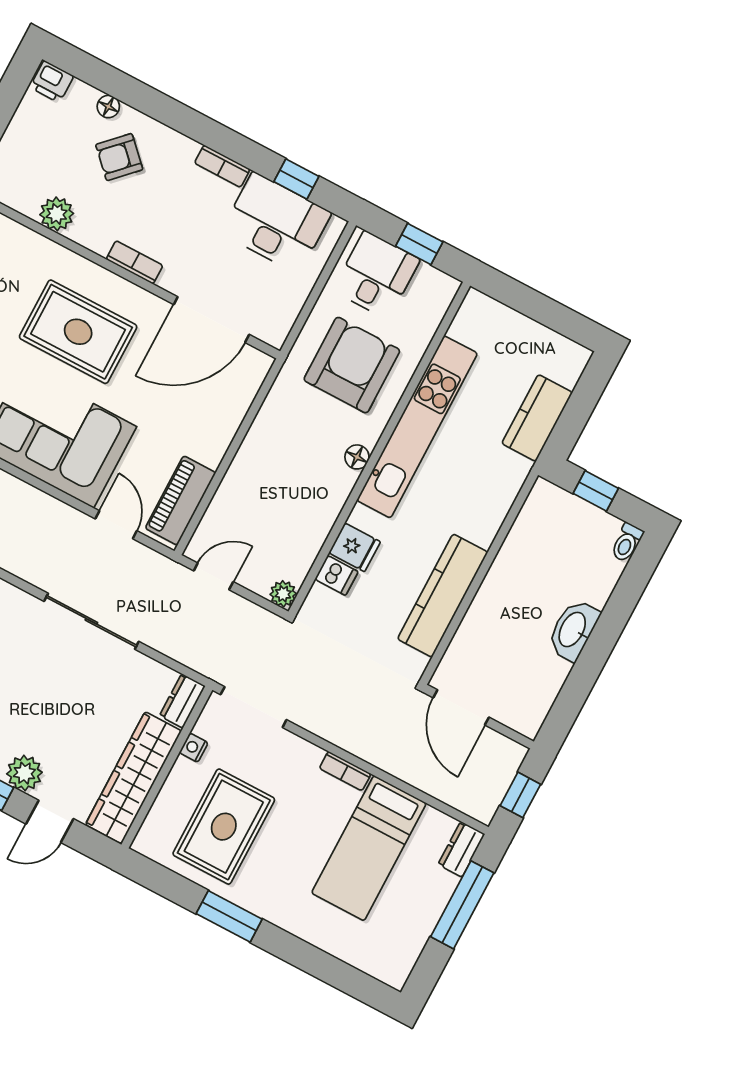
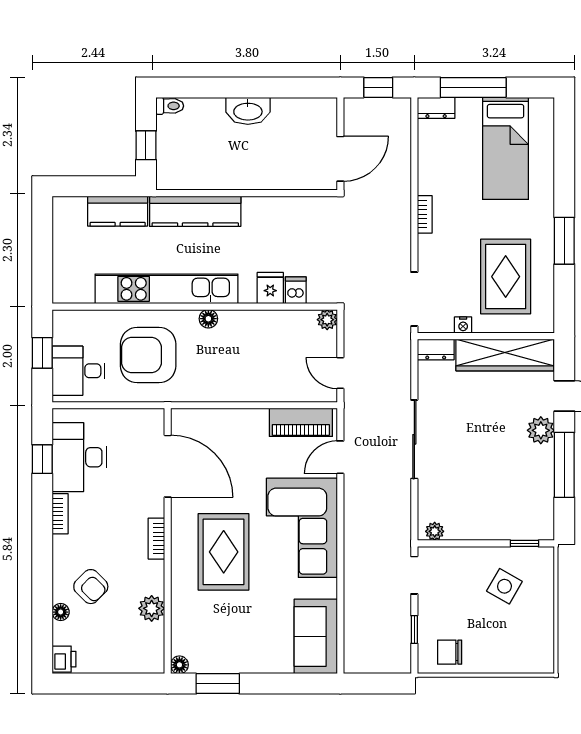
kitchen counter: (443, 596) -> (195, 211), moved
rug: (224, 827) -> (506, 277), turned 90
bed: (369, 848) -> (506, 148), moved, turned 90

